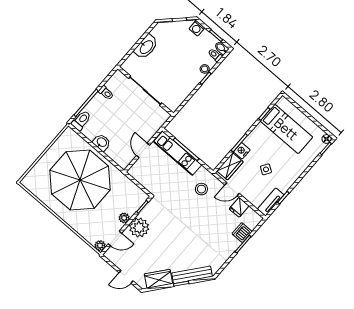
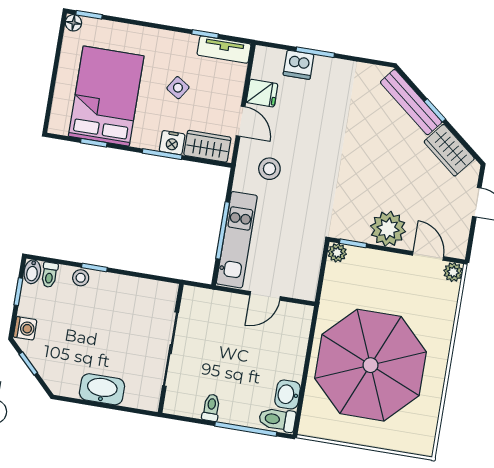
bed: (286, 129) -> (106, 96), width x1.50
washbasin: (102, 142) -> (288, 394), moved
plant: (124, 218) -> (337, 253), moved

